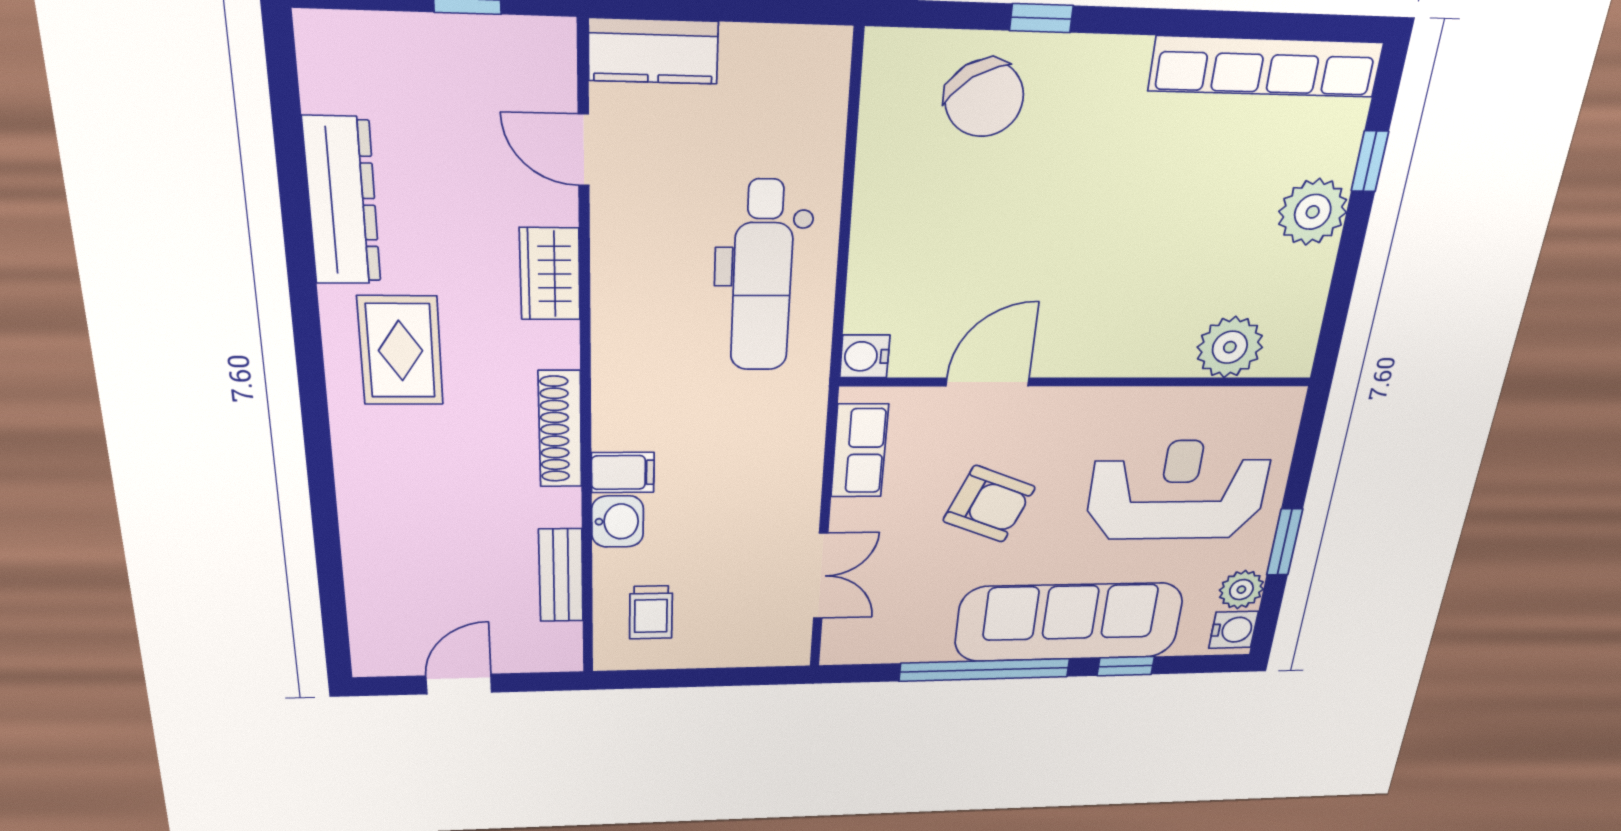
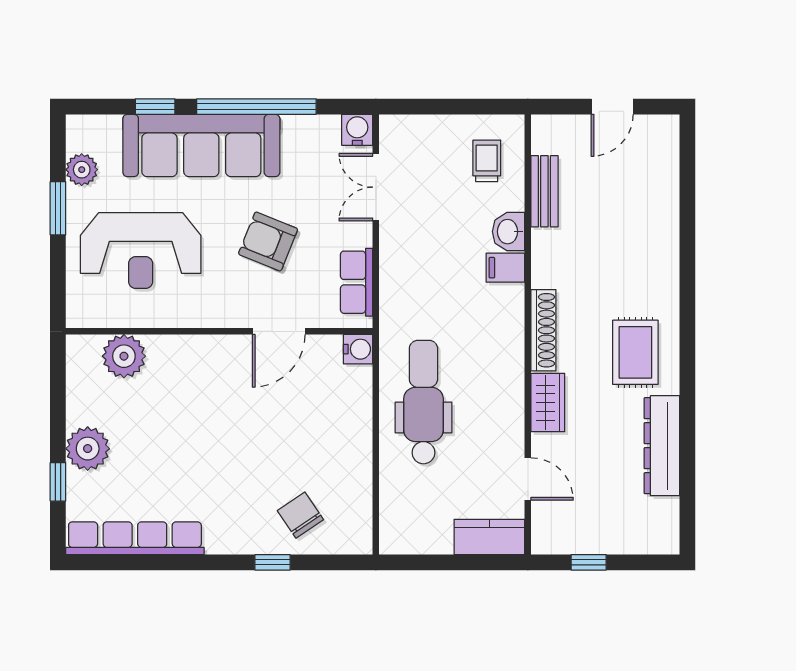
chair: (984, 98) -> (300, 515), width x0.73, depth x0.73
shoe rack: (560, 429) -> (543, 330), moved
water cooler: (1233, 630) -> (357, 130), moved, turned 90

